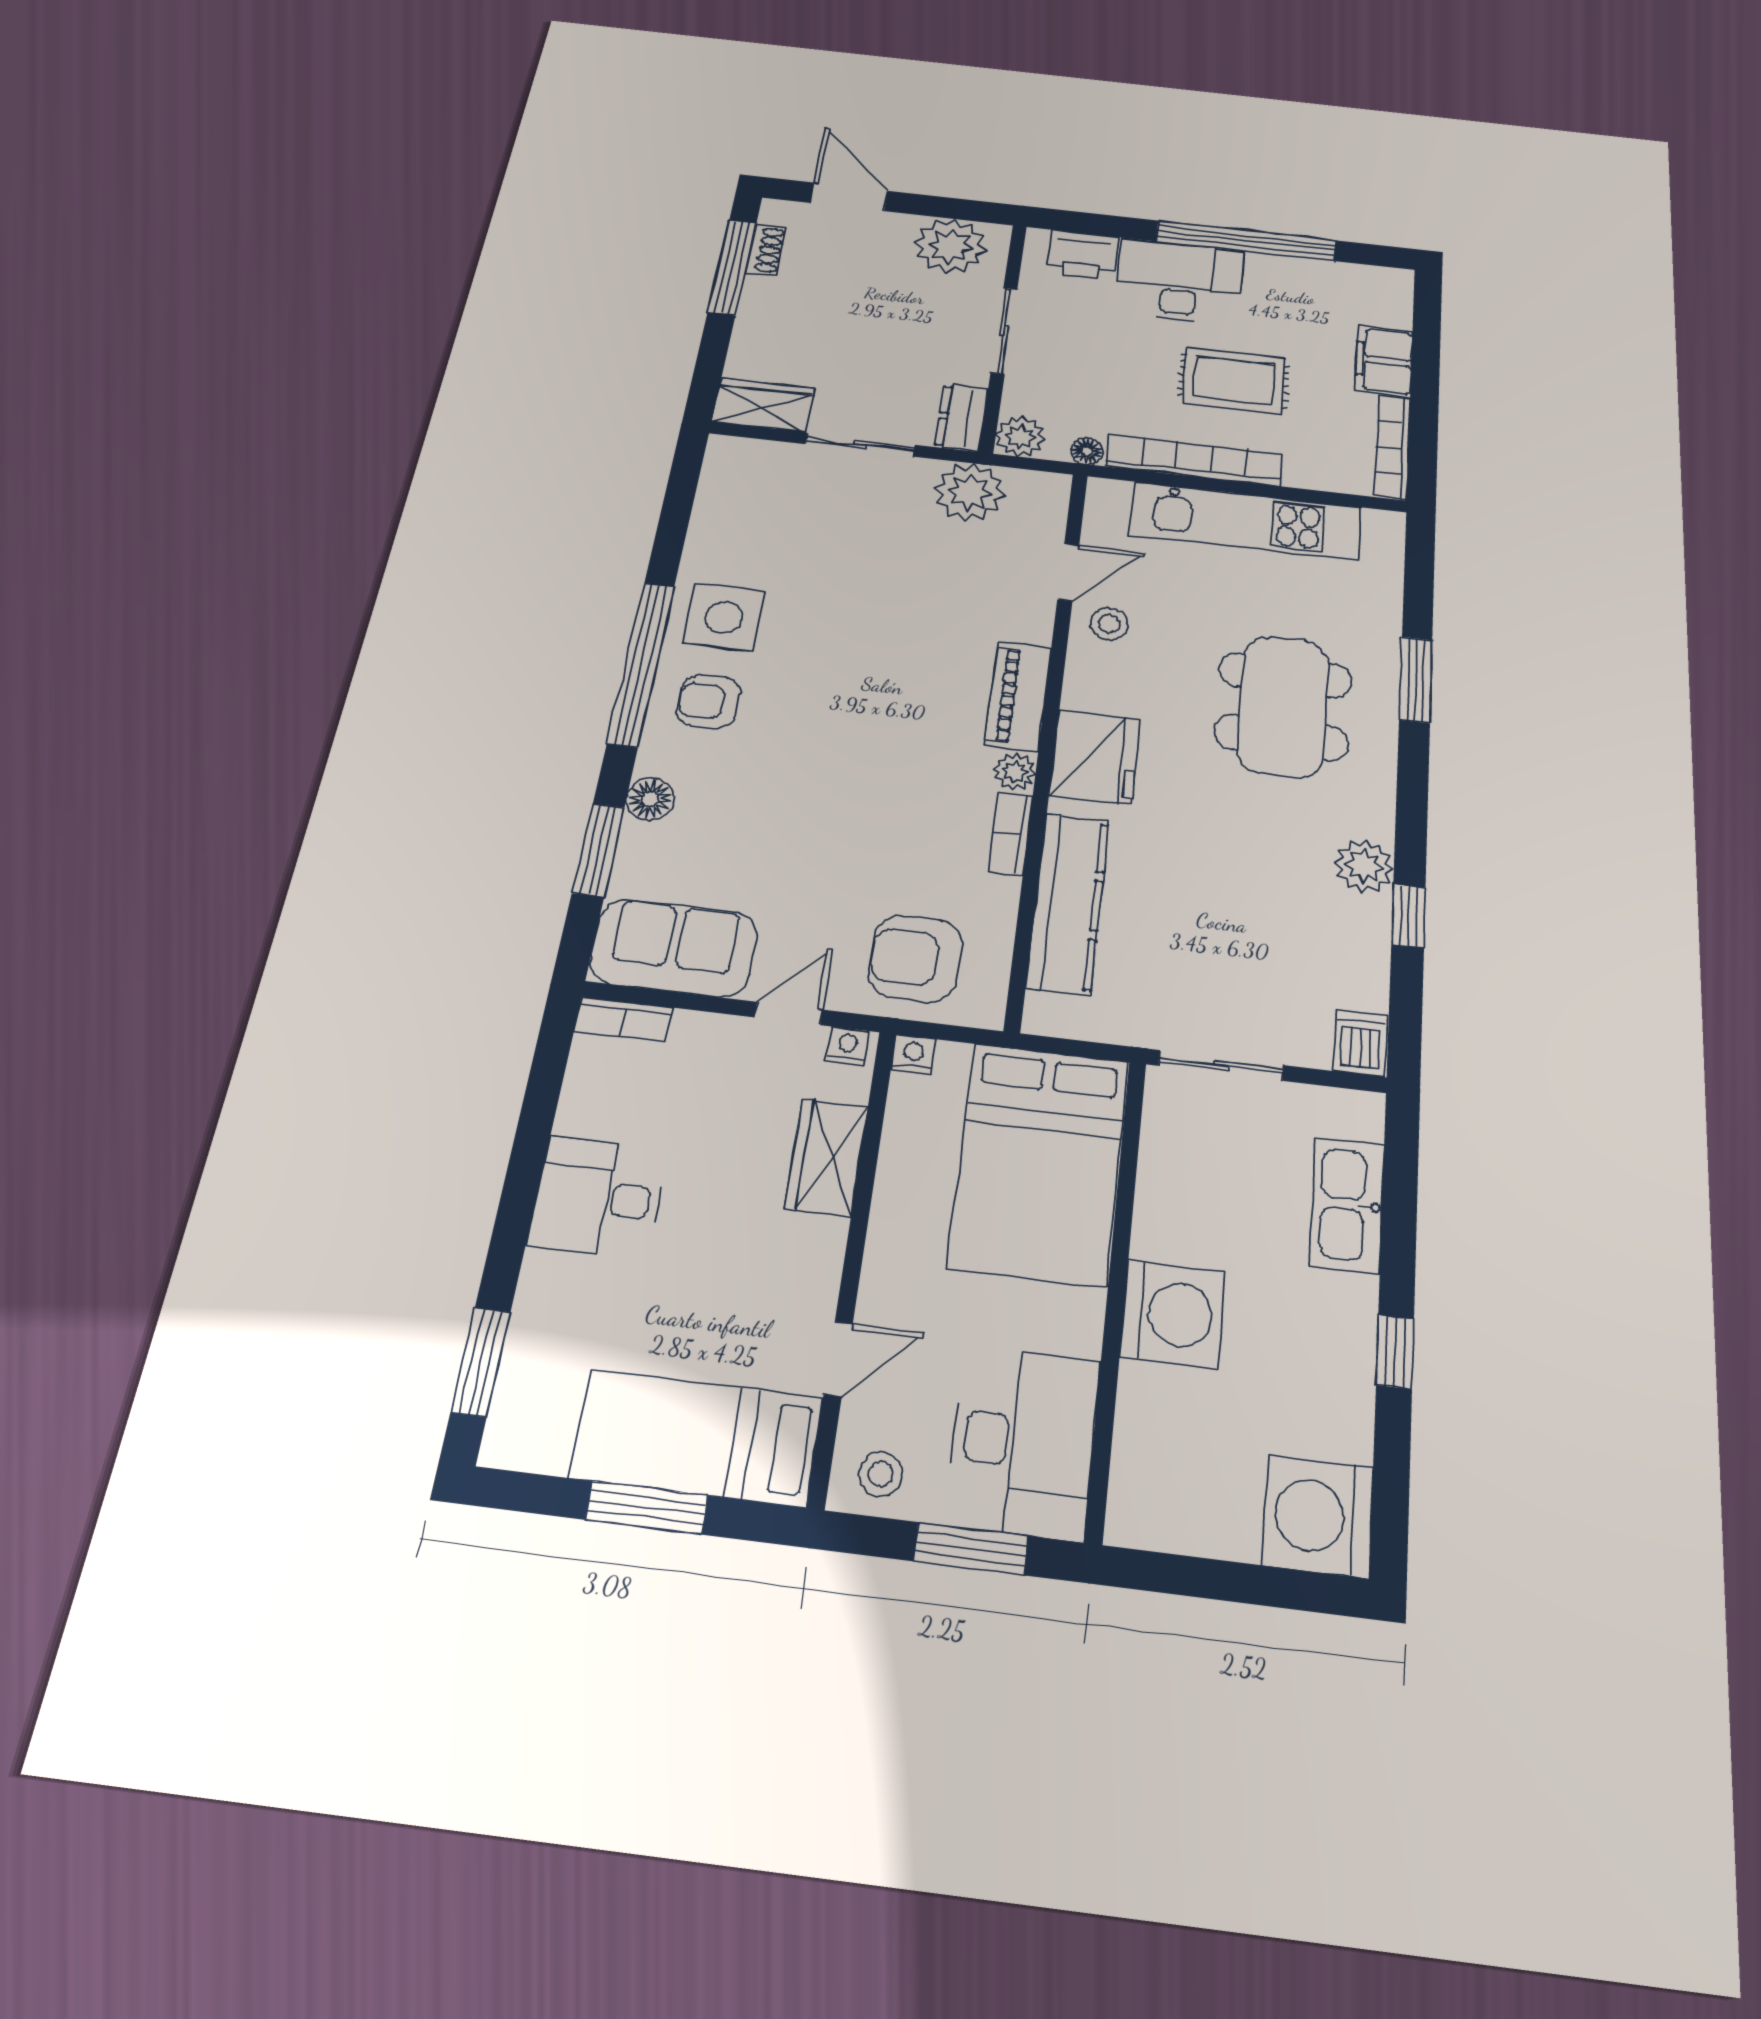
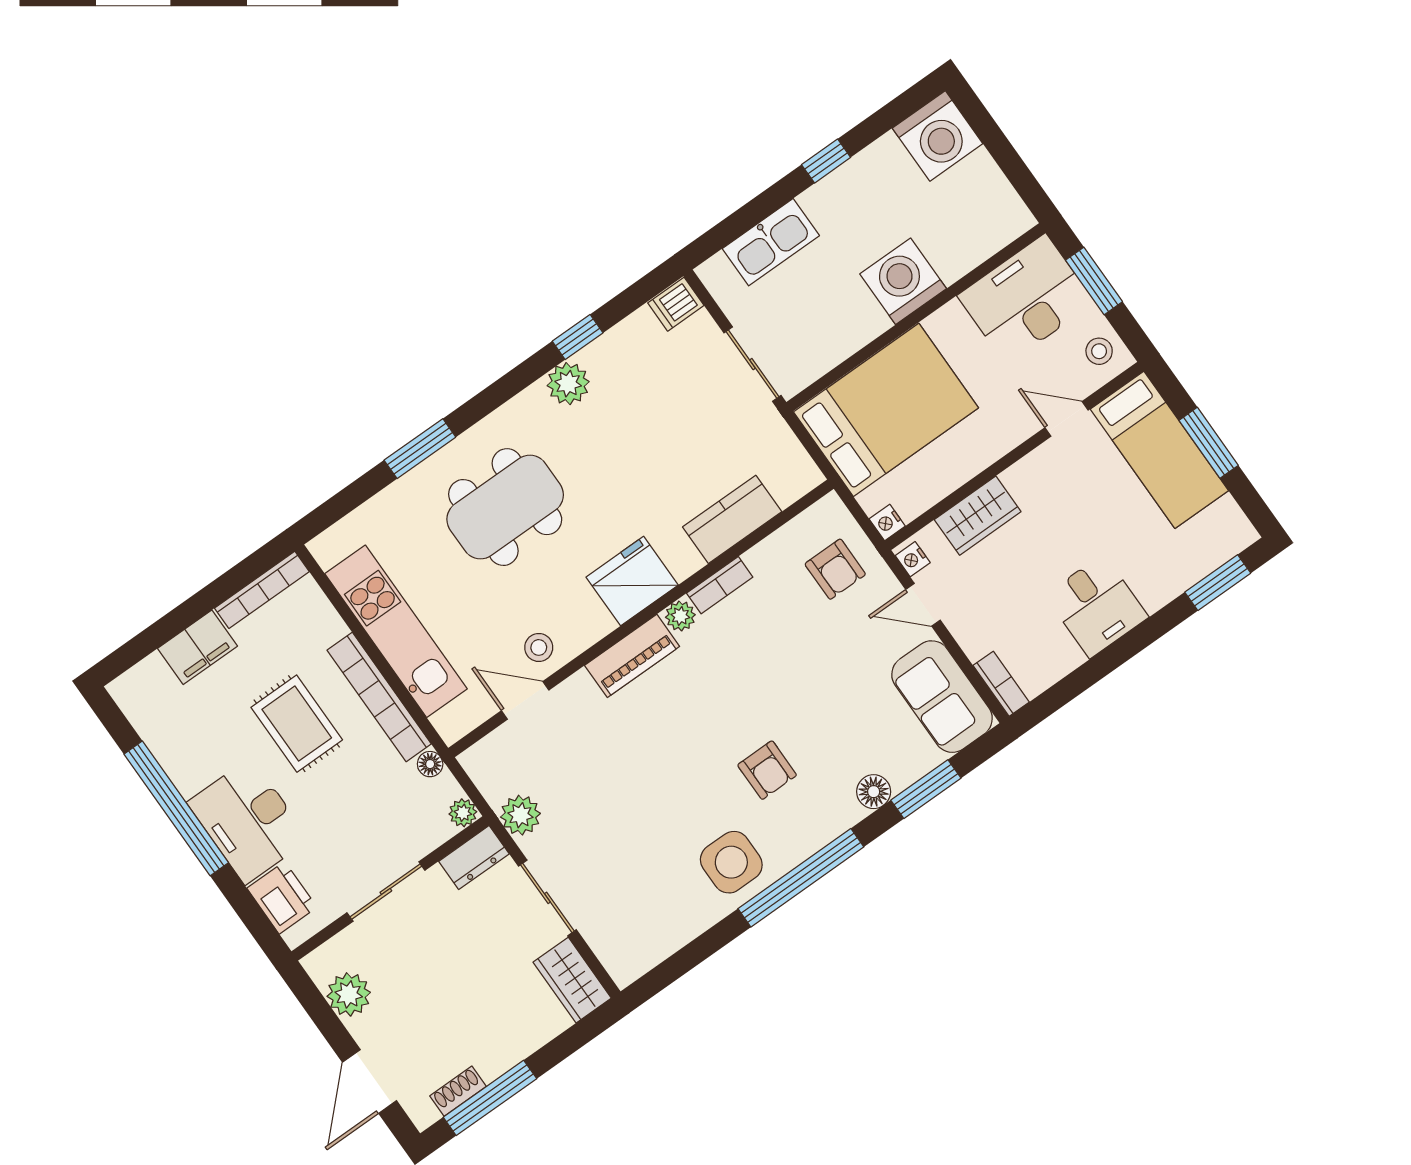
plant: (950, 246) -> (349, 994), width x0.73, depth x0.73
plant: (1020, 437) -> (463, 813), width x0.73, depth x0.73
plant: (969, 492) -> (520, 815), width x0.73, depth x0.73
armchair: (709, 701) -> (767, 770), moved
kitchen counter: (1068, 903) -> (732, 519), width x0.67
armchair: (915, 958) -> (835, 569), width x0.72, depth x0.72

